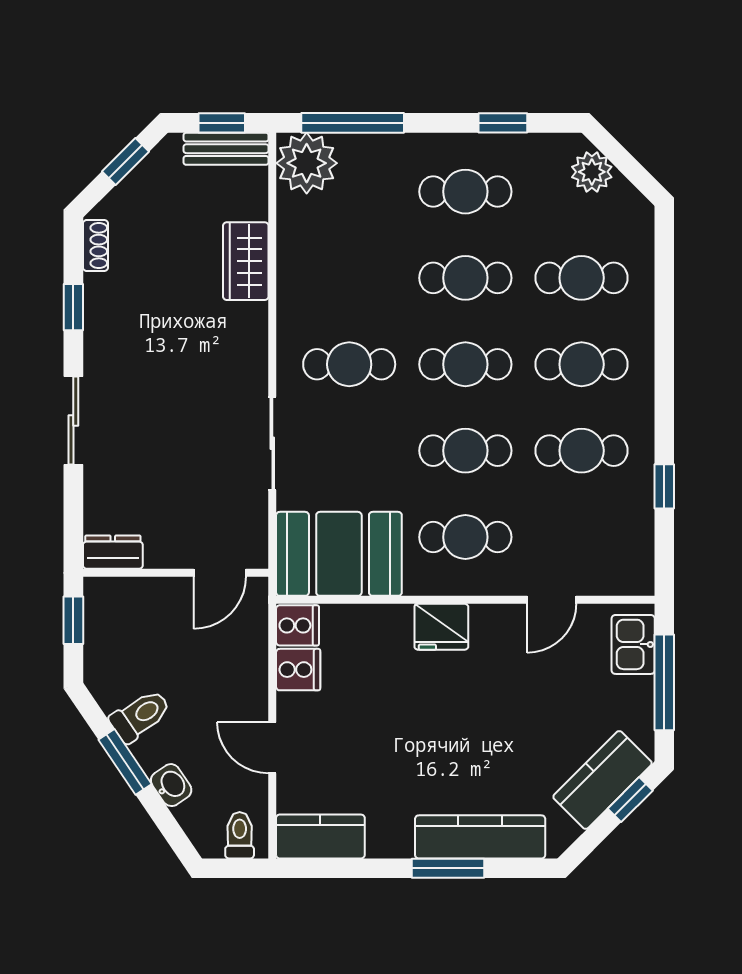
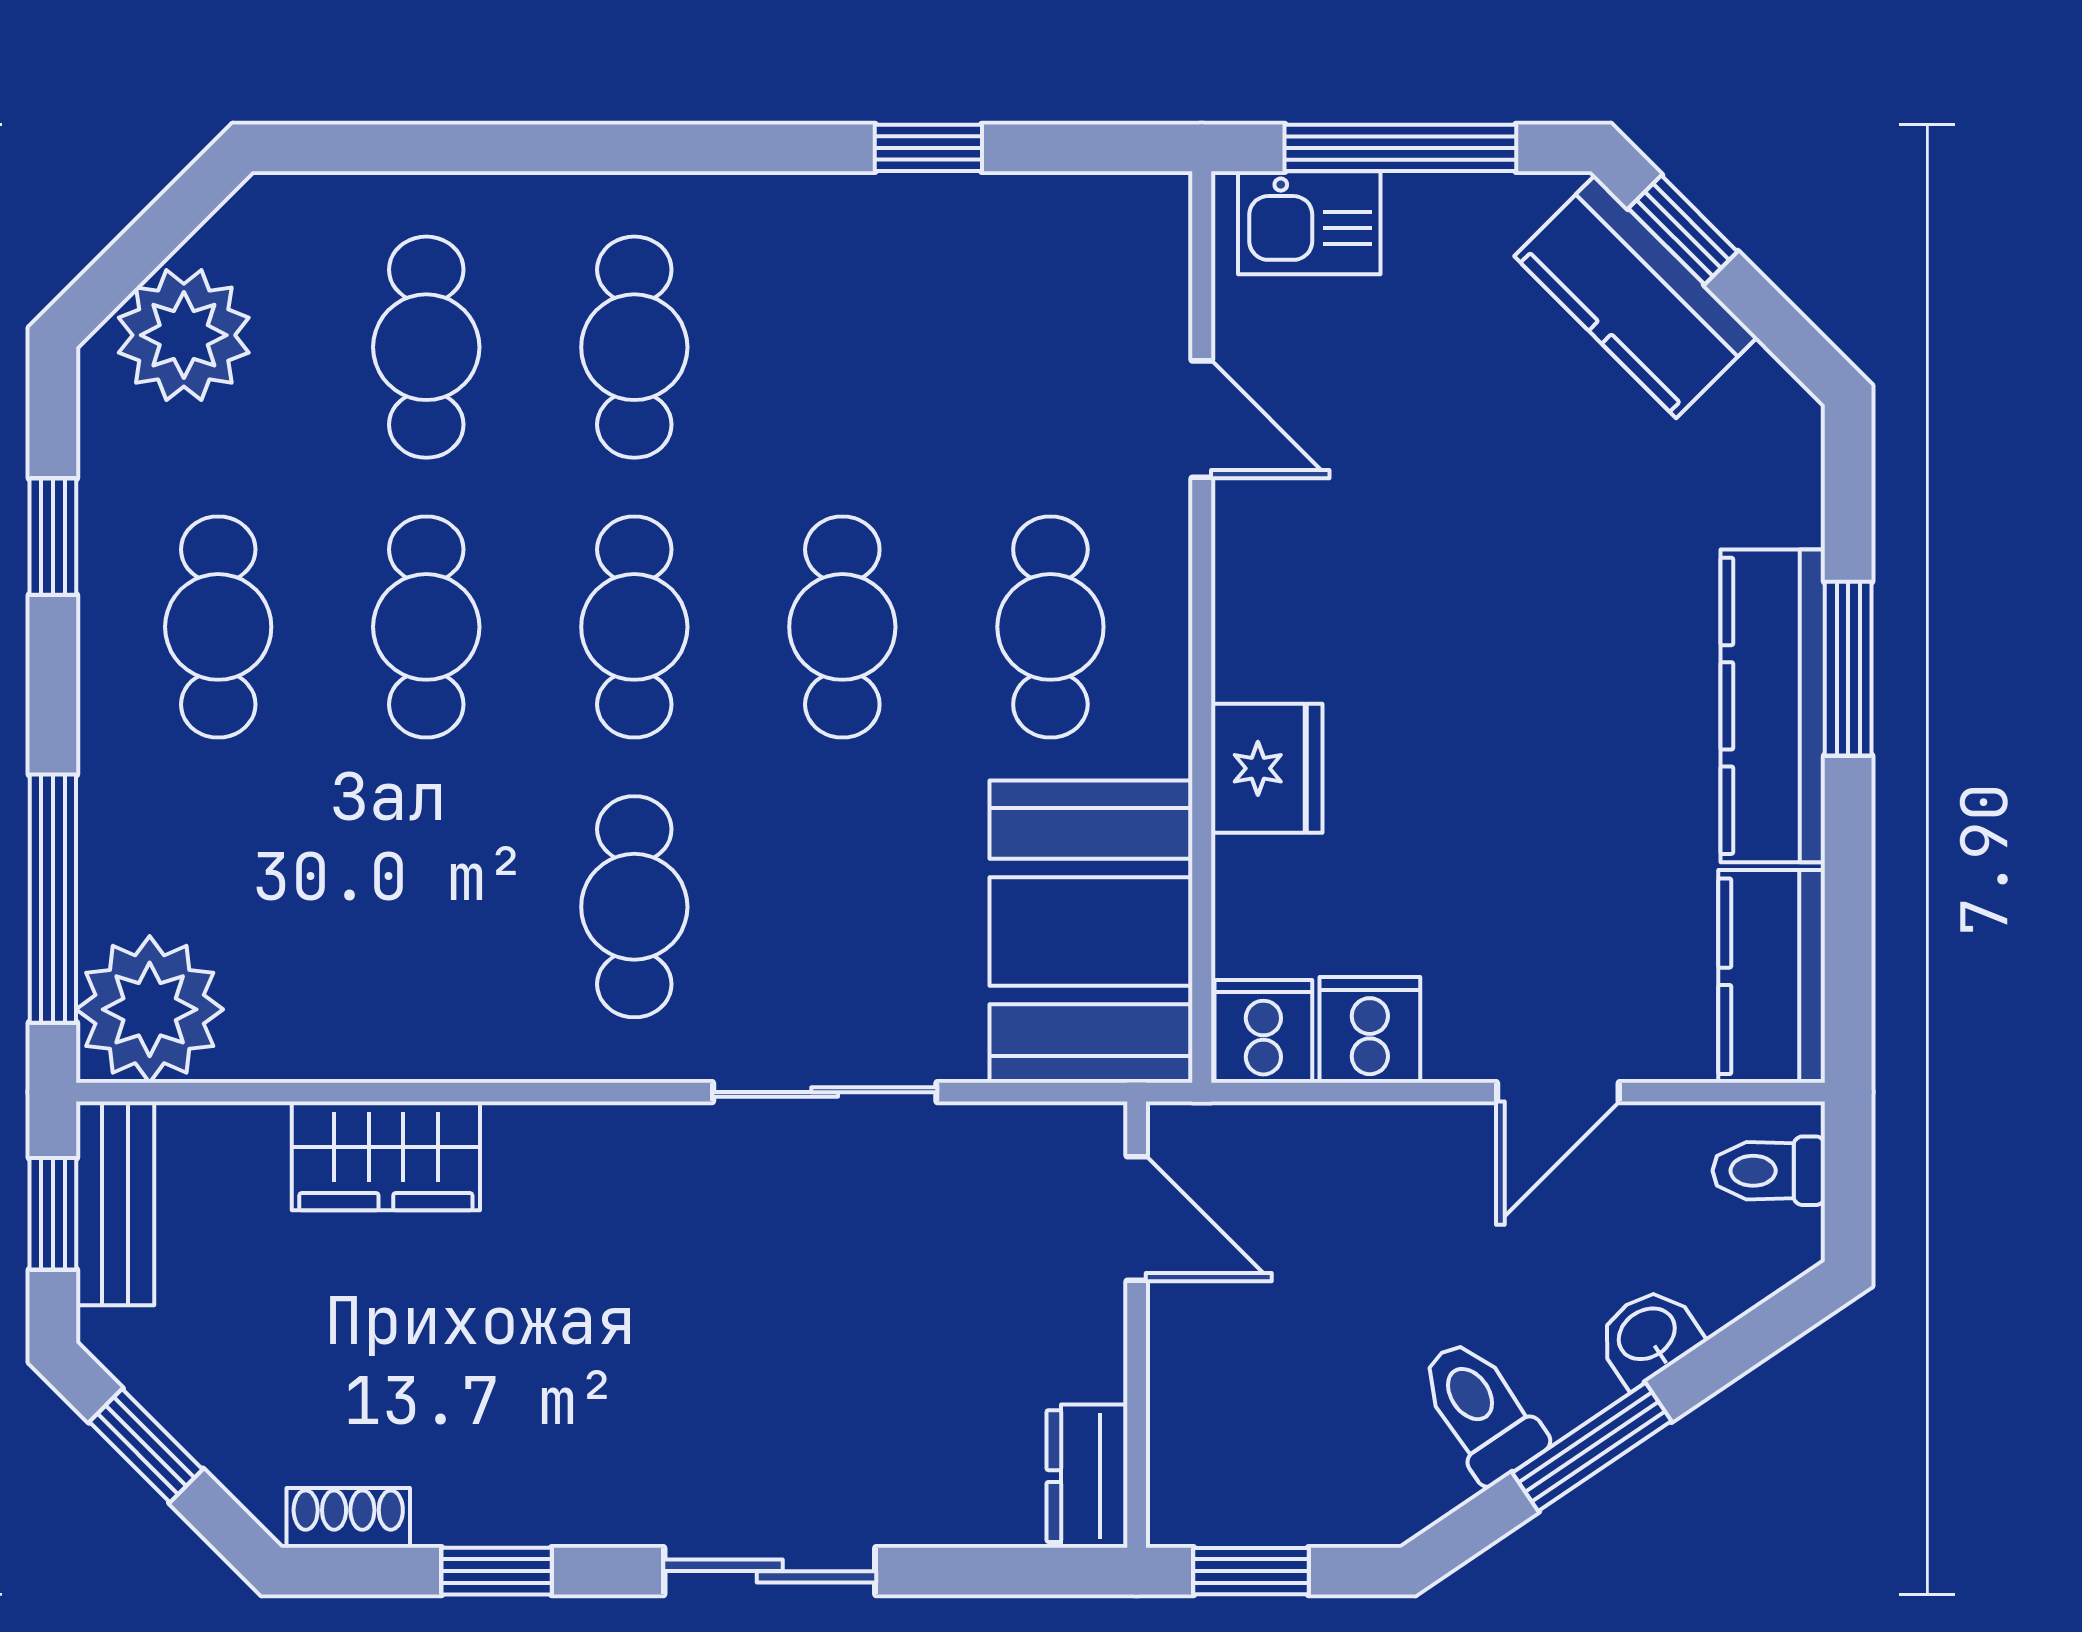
plant: (592, 172) -> (184, 335), width x1.36, depth x1.36
cafe table: (582, 451) -> (842, 347), removed
fridge: (441, 627) -> (1267, 768), moved
kitchen counter: (480, 837) -> (1773, 706), moved

